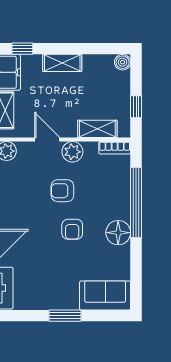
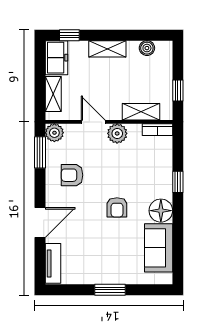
boiler: (123, 62) -> (147, 48), moved
armchair: (62, 191) -> (72, 175), moved
window: (136, 203) -> (178, 182), width x0.32
sofa: (105, 295) -> (159, 248), moved, turned -90

